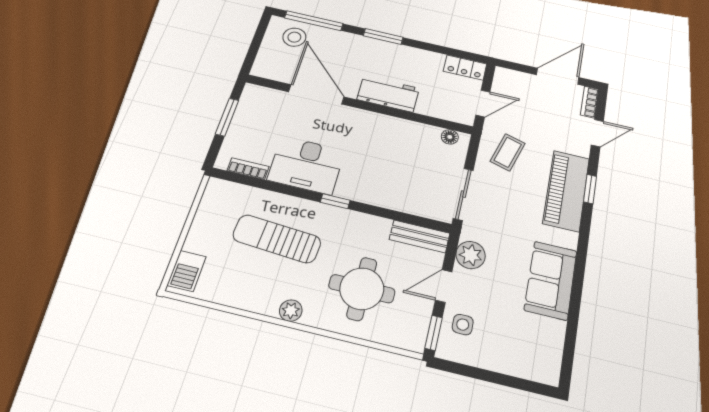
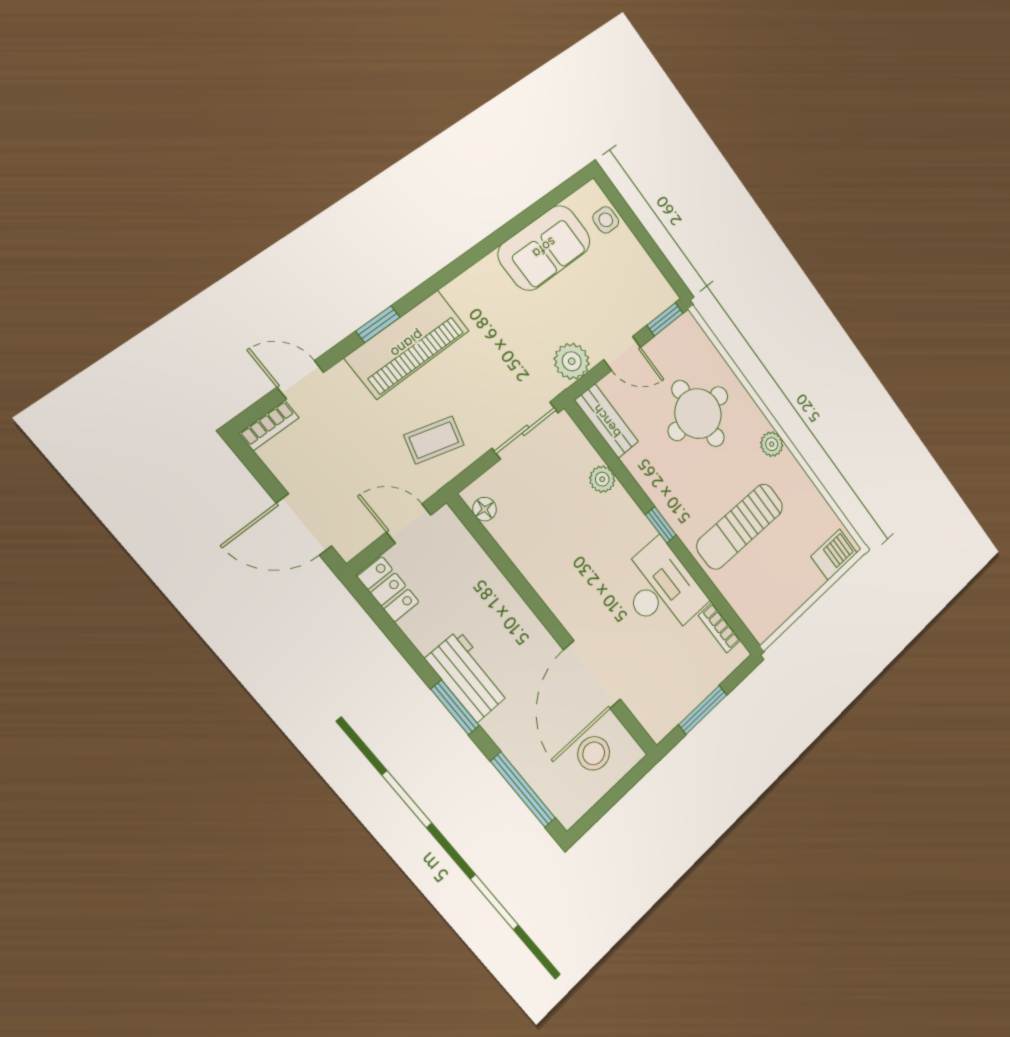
stool: (294, 37) -> (594, 753), moved
door: (558, 76) -> (304, 525), moved
workbench: (388, 94) -> (468, 676), moved, turned 180
plant: (395, 201) -> (602, 479), added
sun lounger: (277, 239) -> (740, 526), turned 86
sofa: (551, 280) -> (544, 248), moved
side table: (463, 325) -> (606, 220), moved

